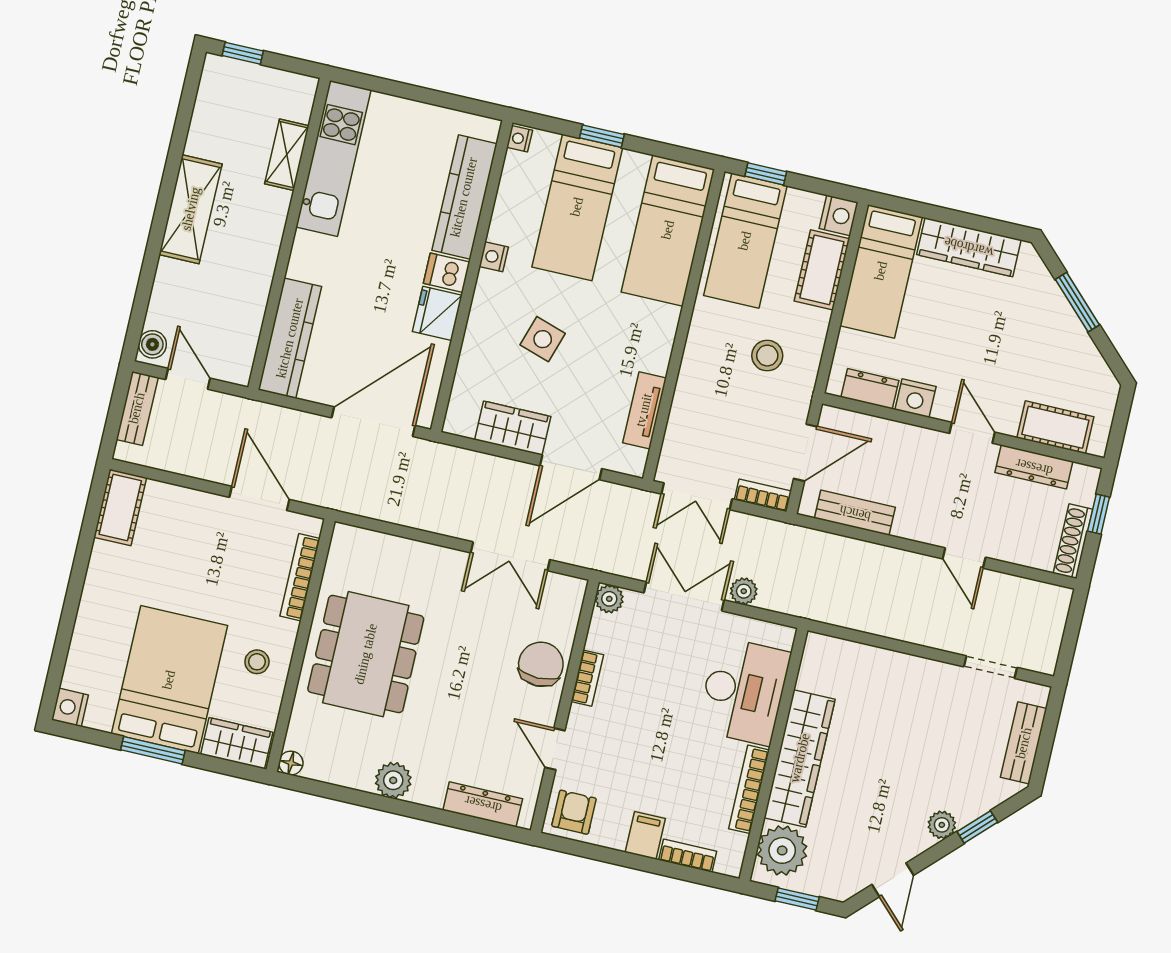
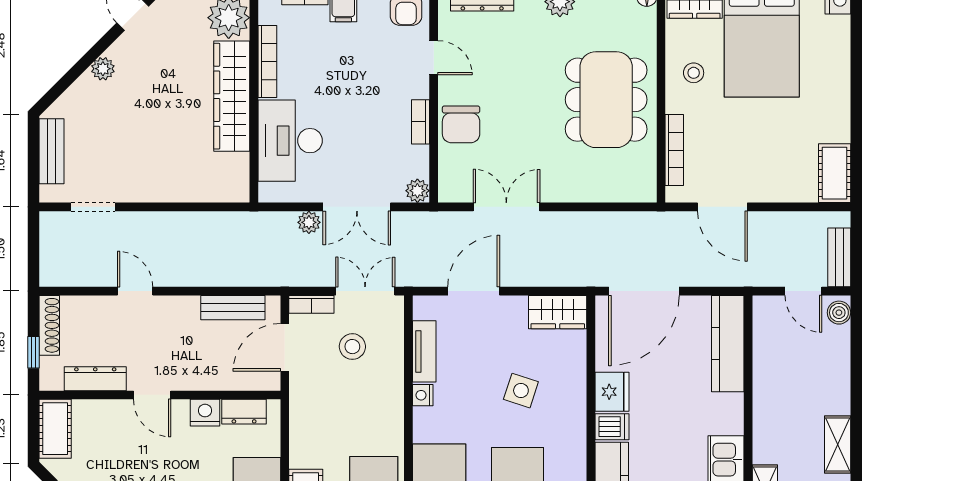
shelving: (191, 209) -> (838, 445), width x0.67, depth x0.75
nightstand: (494, 257) -> (423, 395), moved, turned 180
stool: (767, 356) -> (352, 347), moved
cot: (1055, 427) -> (55, 429), moved, turned 90
wardrobe: (513, 428) -> (558, 312), moved
window: (977, 827) -> (74, 74), removed

